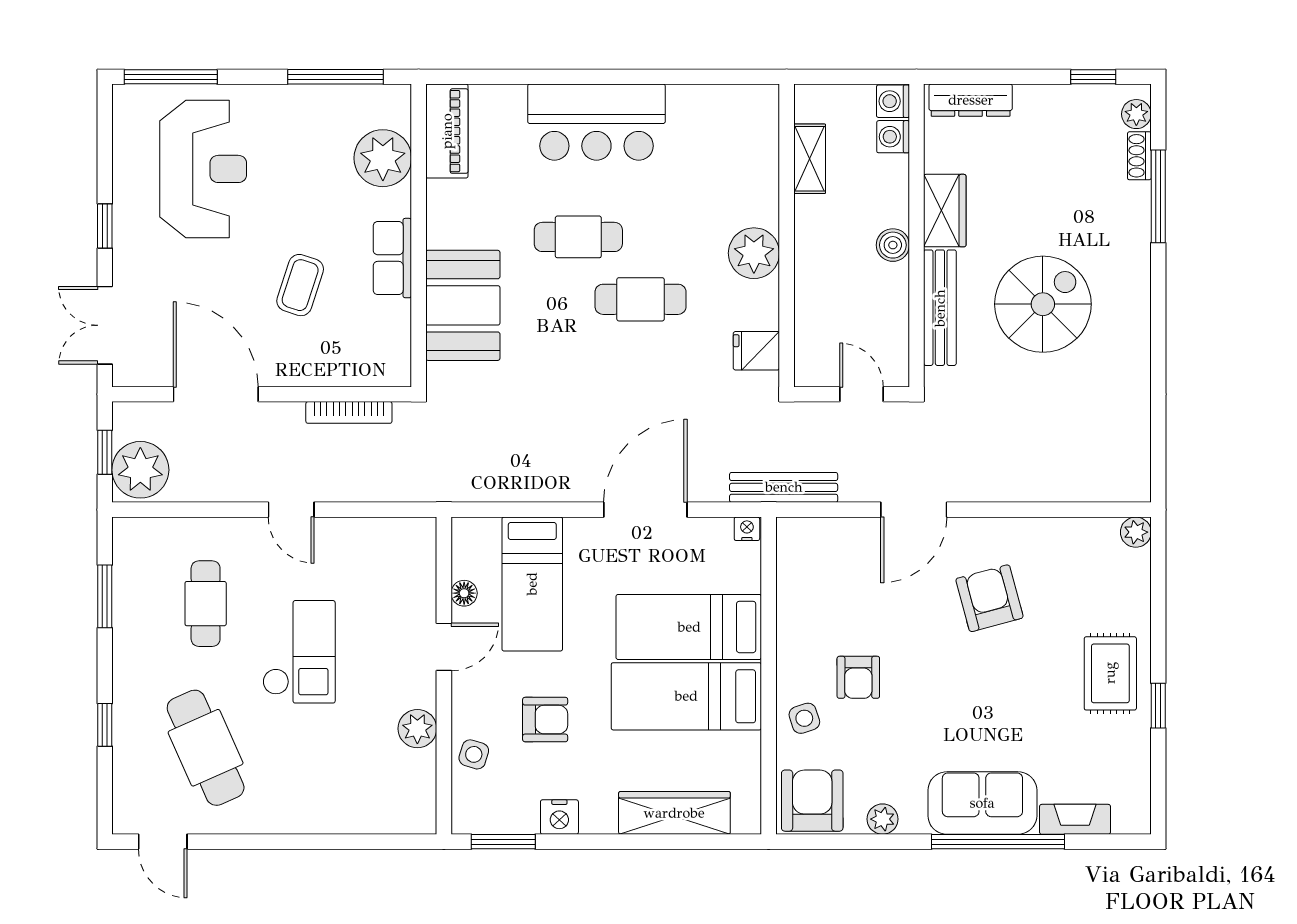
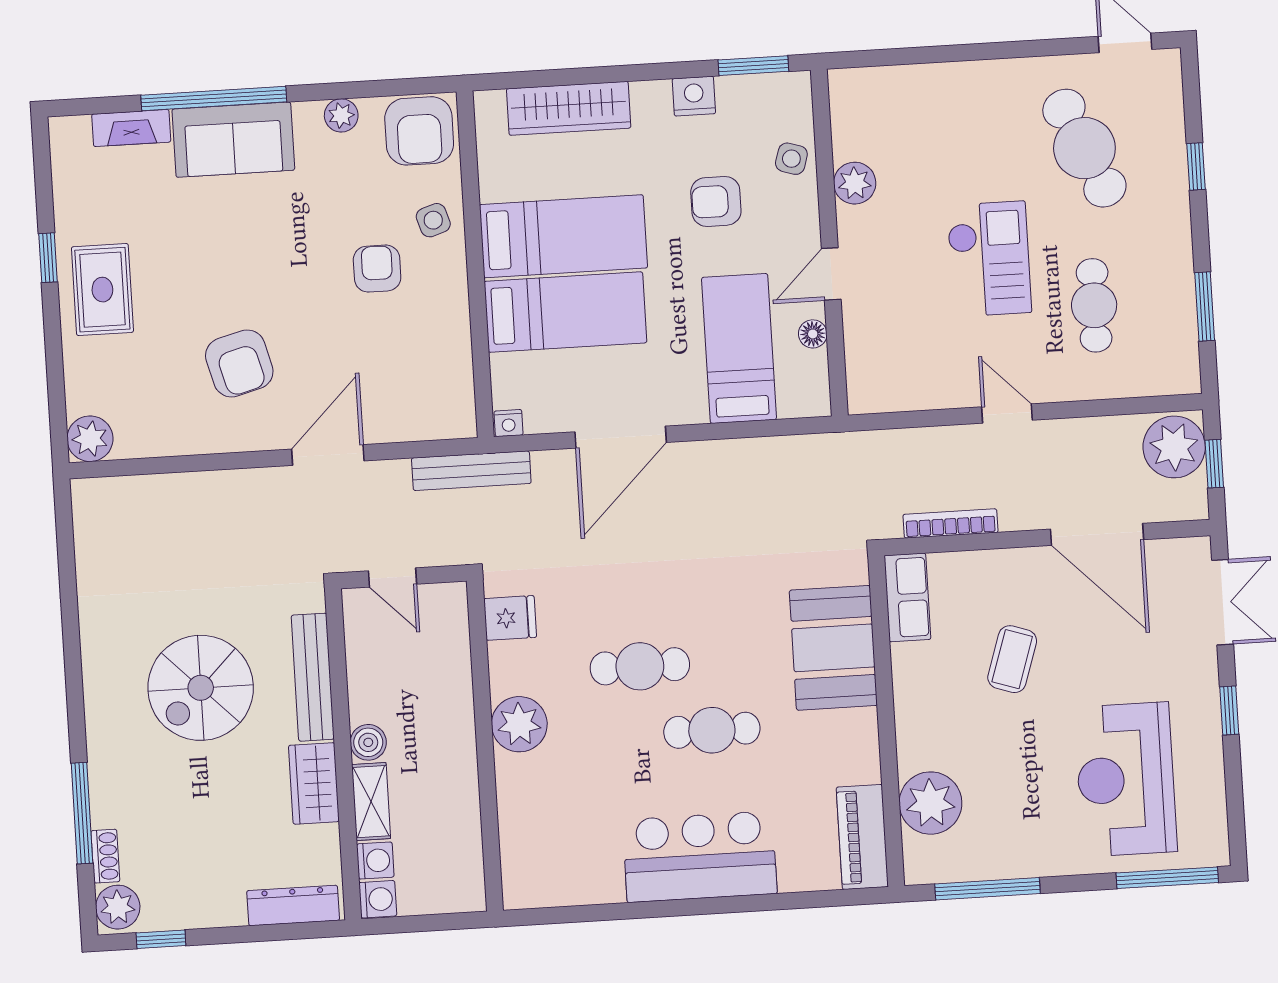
plant: (1136, 114) -> (118, 907), width x1.38, depth x1.38
shelving: (810, 159) -> (371, 802), moved
row of seats: (392, 258) -> (907, 597), moved
plant: (1136, 532) -> (90, 439), width x1.38, depth x1.38
checkout: (299, 652) -> (989, 259), turned 180

